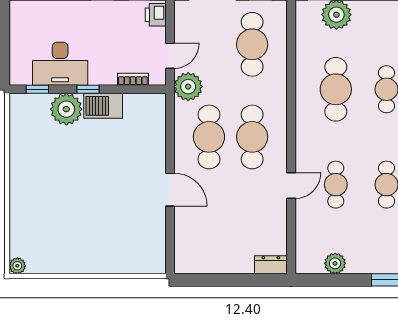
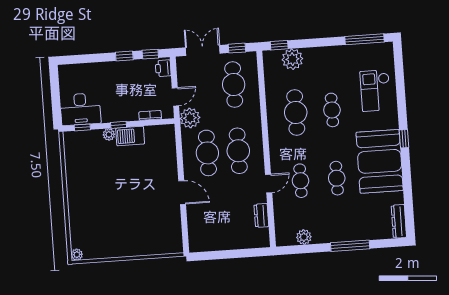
desk: (60, 64) -> (80, 109), moved
plant: (66, 109) -> (109, 135), width x0.53, depth x0.53
dresser: (271, 265) -> (261, 215), moved, turned -90

